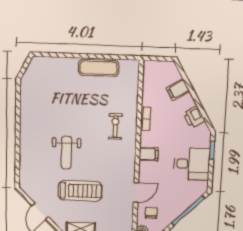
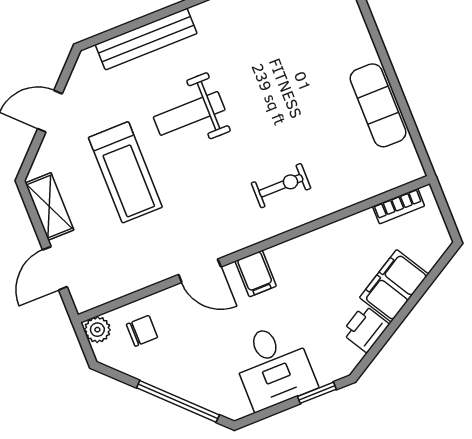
filing cabinet: (178, 90) -> (394, 286), width x2.00
bookcase: (146, 119) -> (399, 206), moved
bench: (26, 157) -> (146, 39), added
door: (136, 192) -> (200, 271), moved

